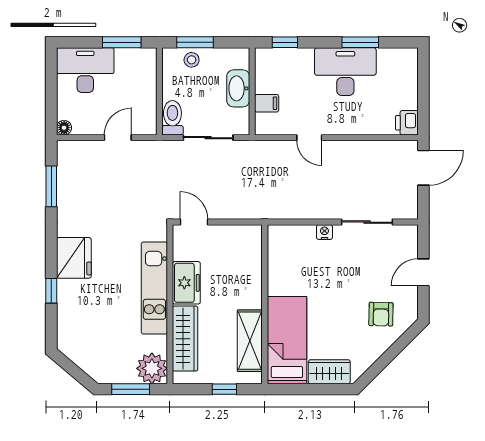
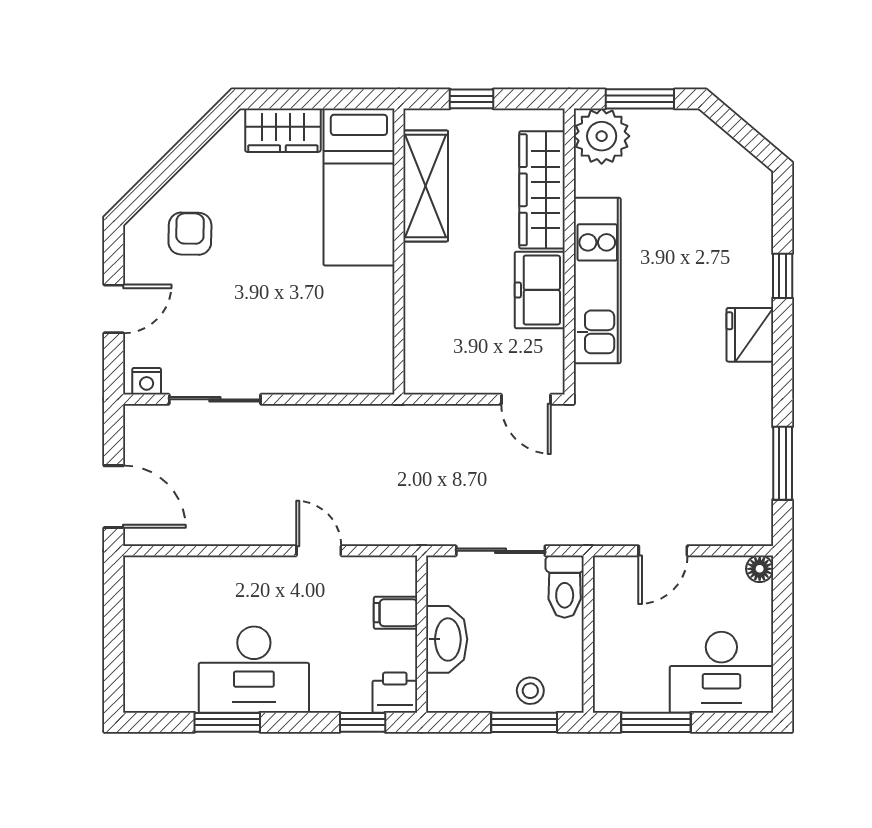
printer: (407, 123) -> (395, 693), moved, turned -90
door: (423, 168) -> (114, 497), swing flipped
nightstand: (324, 232) -> (147, 381), moved
fridge: (74, 258) -> (750, 335), width x0.73, depth x0.75

